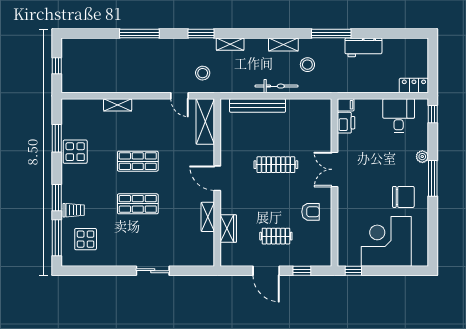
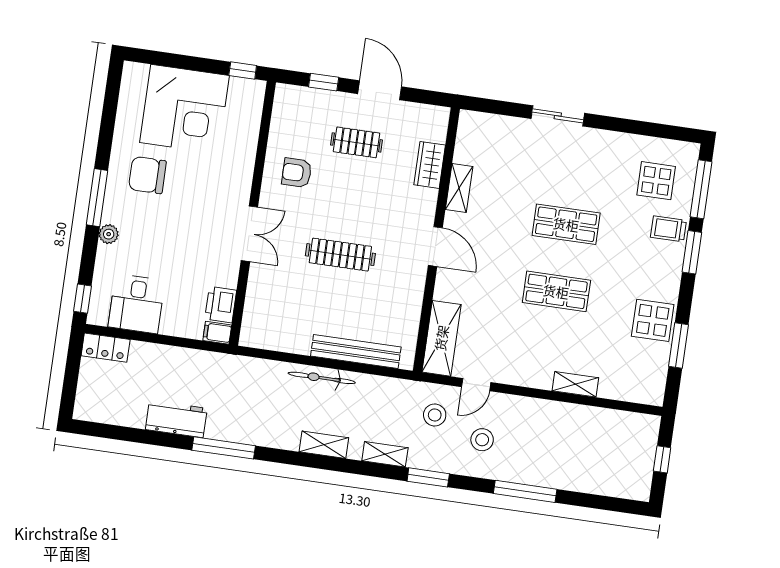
shelving: (283, 45) -> (324, 445), moved
stool: (307, 65) -> (482, 440), moved
door: (179, 96) -> (476, 385), swing flipped

